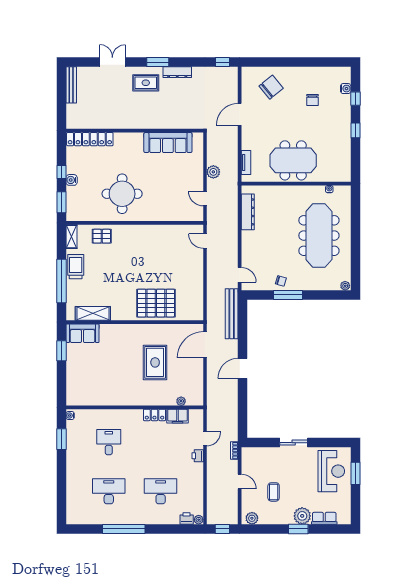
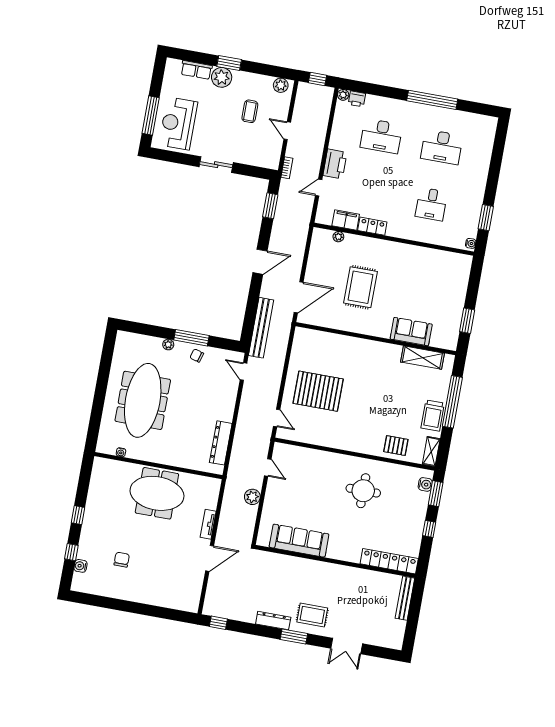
bench: (71, 85) -> (405, 598), moved
chair: (271, 87) -> (167, 583), removed
tv unit: (246, 162) -> (208, 524), moved
water cooler: (72, 180) -> (425, 484), moved
round table: (122, 194) -> (363, 491), width x0.73, depth x0.73
plant: (345, 286) -> (168, 345), moved
pallet: (156, 303) -> (318, 391), moved
sofa: (82, 333) -> (411, 332), moved
window: (242, 417) -> (270, 206), added
printer: (198, 456) -> (335, 164), width x1.87, depth x1.48
window: (355, 473) -> (151, 116), width x1.44

